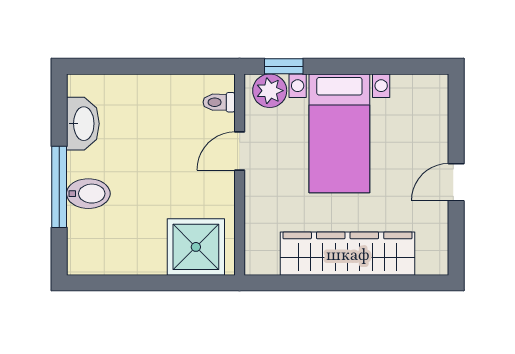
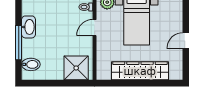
washbasin: (83, 124) -> (29, 27), moved
bidet: (88, 194) -> (31, 64), moved

